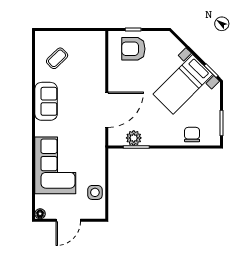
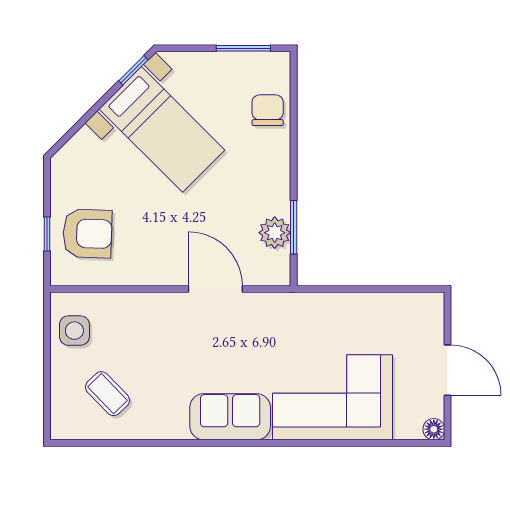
armchair: (133, 49) -> (87, 233), turned -88
sofa: (46, 101) -> (230, 417), moved
door: (107, 110) -> (215, 289), width x0.73
chair: (192, 135) -> (268, 110), turned 90
side table: (95, 192) -> (74, 331), moved

